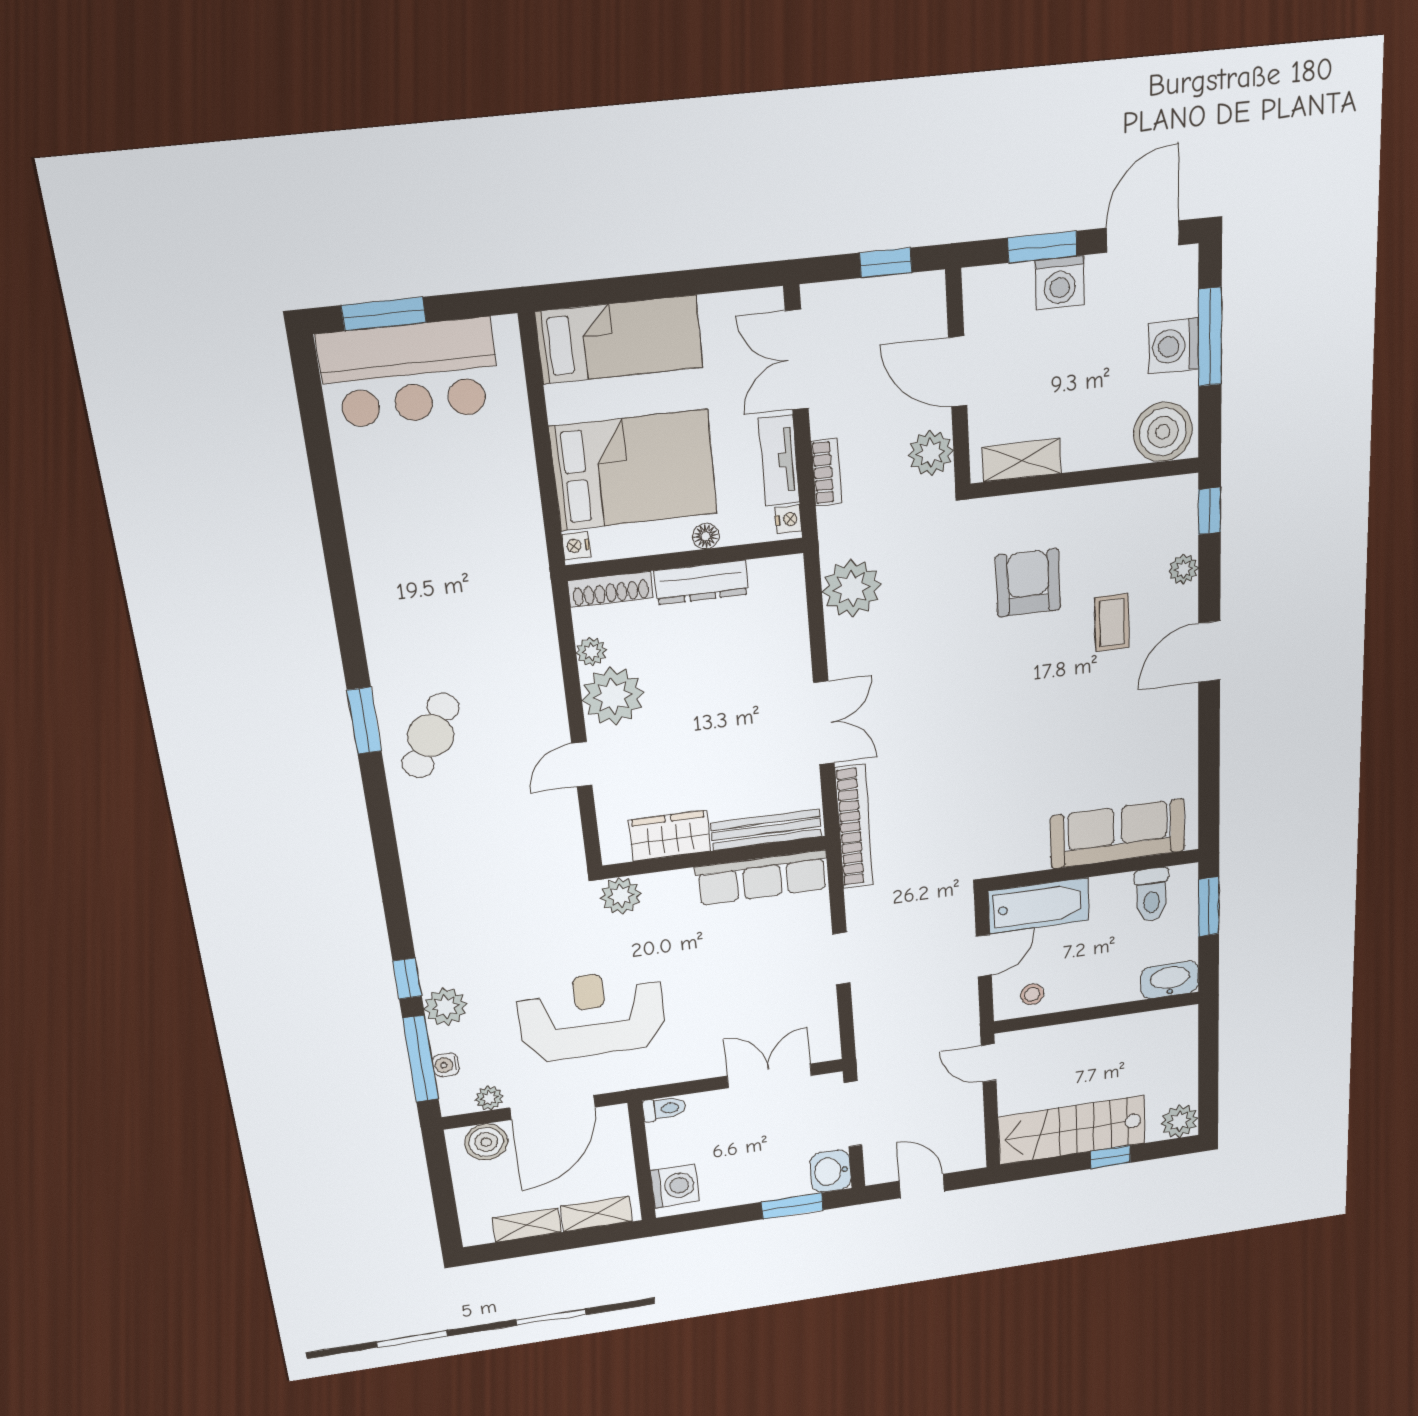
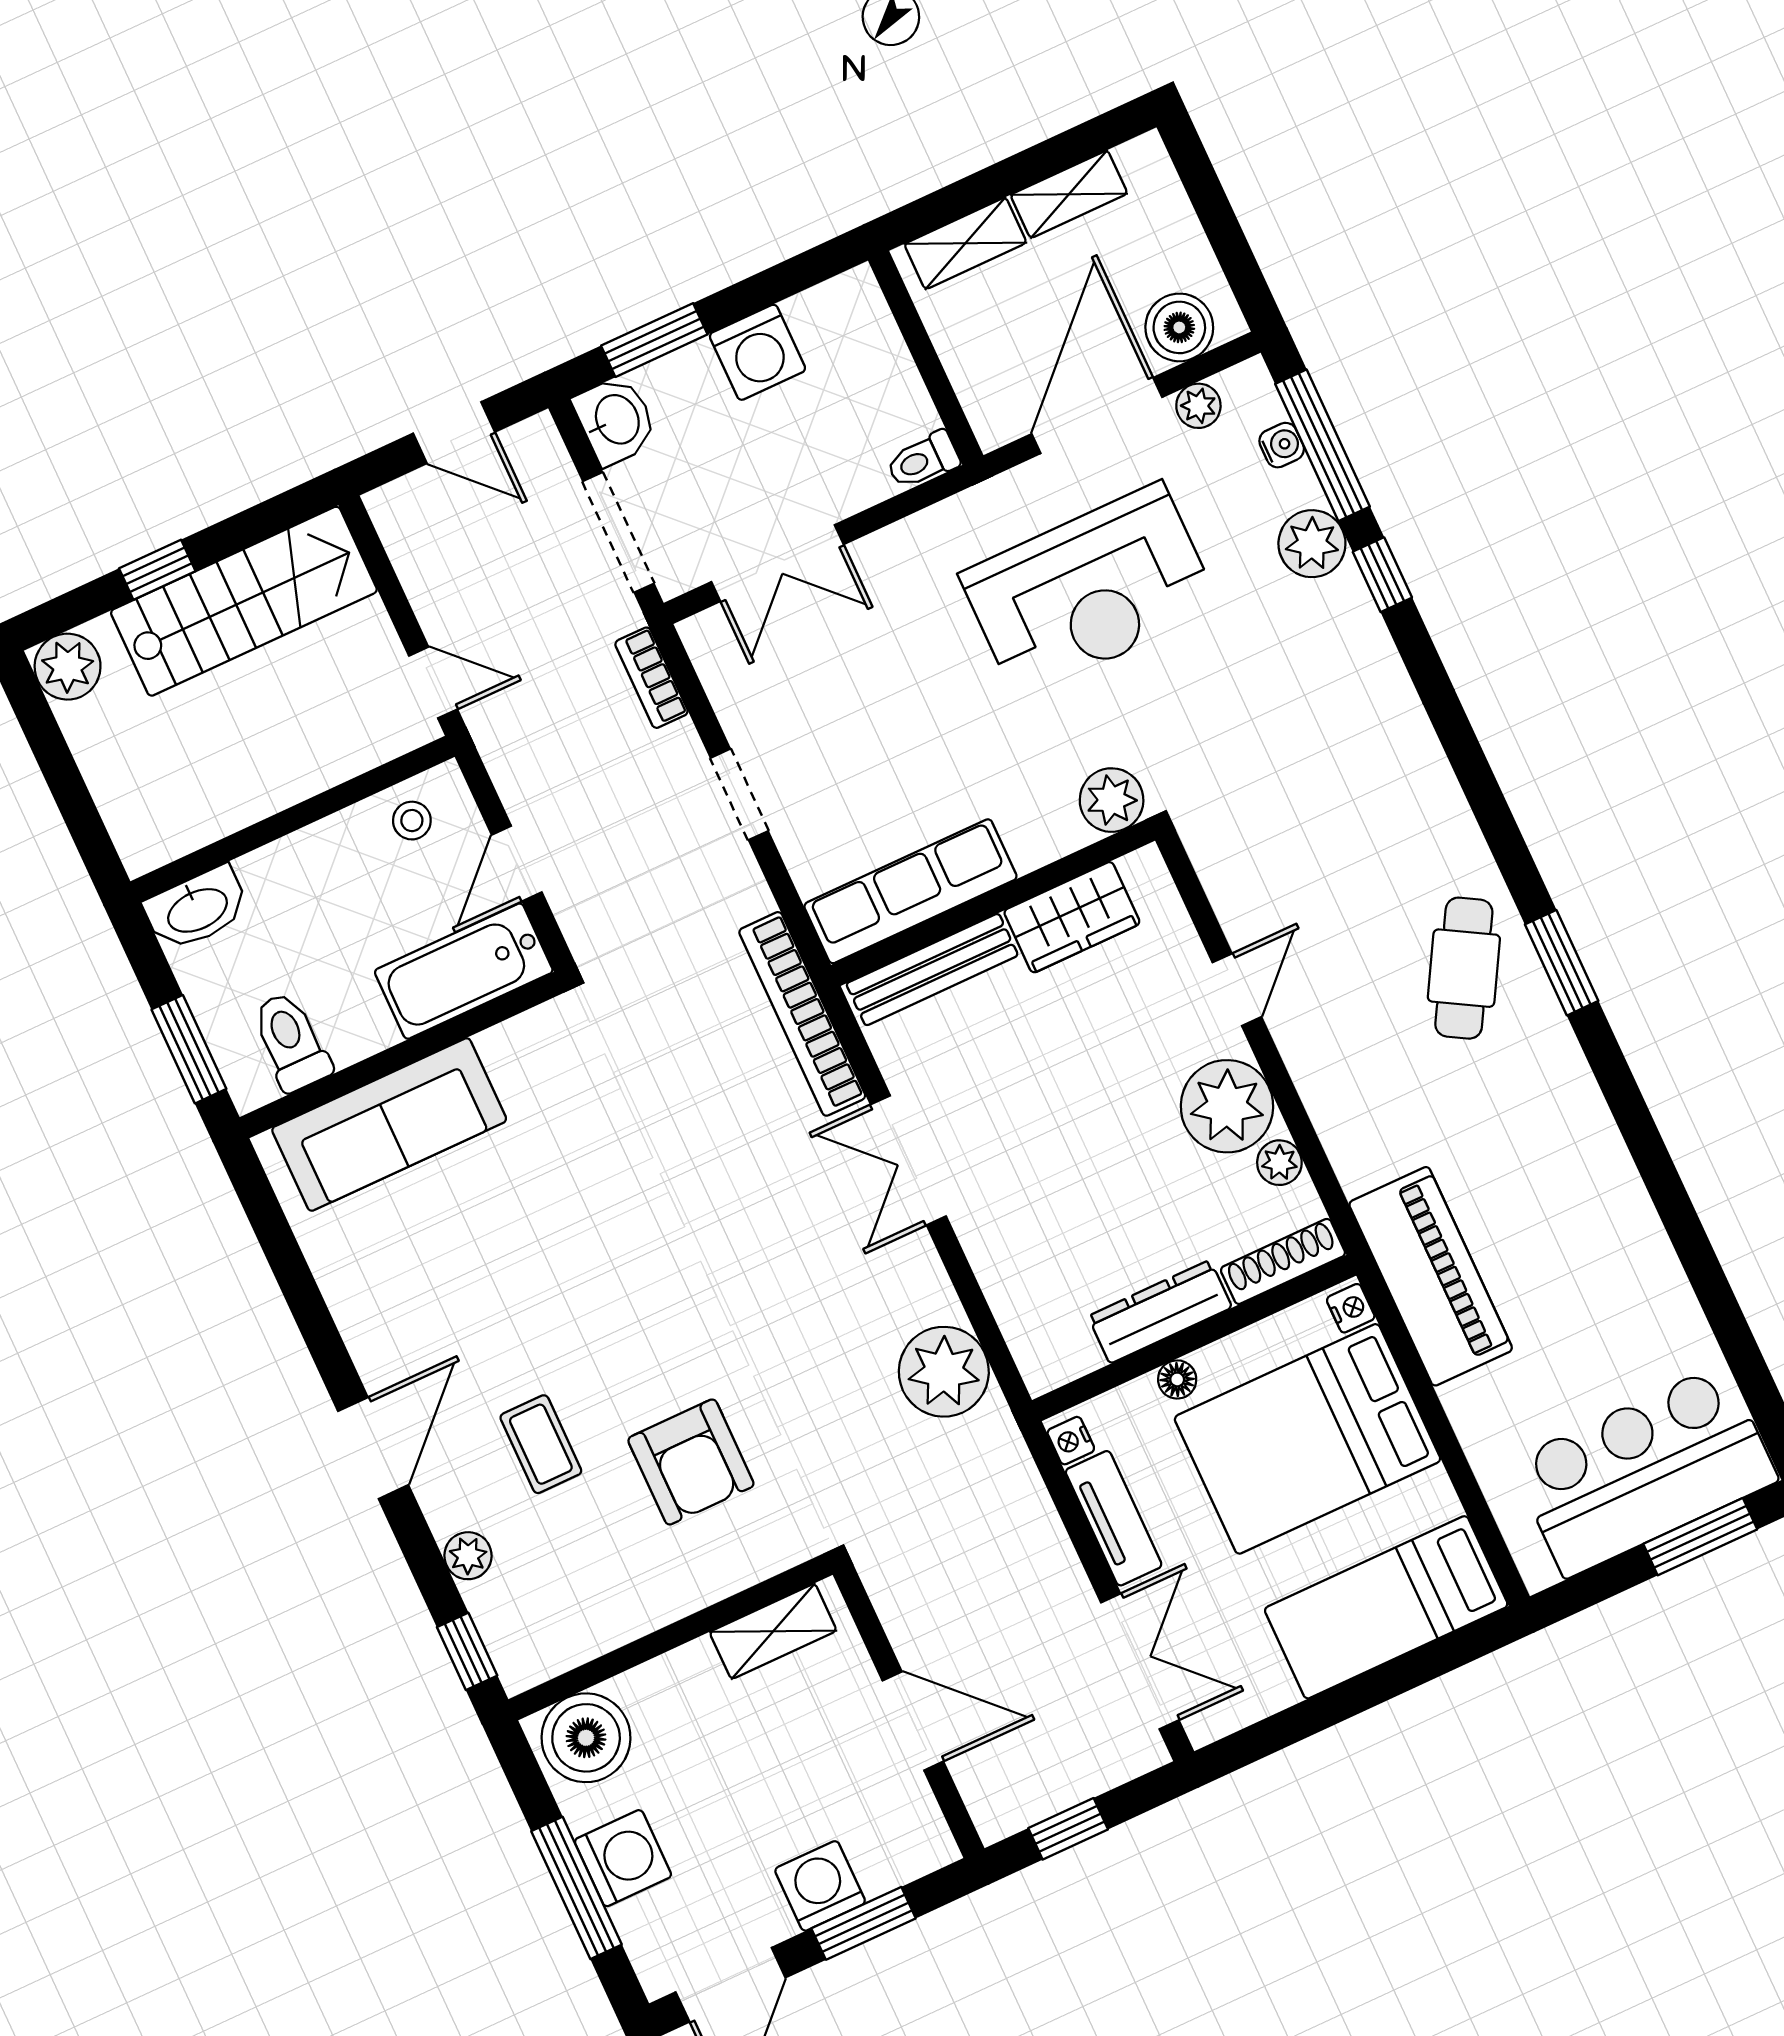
plant: (931, 453) -> (906, 1598), removed
bookcase: (826, 472) -> (651, 678), moved
piano: (516, 550) -> (1431, 1276), added
washing machine: (675, 1186) -> (757, 352), moved, turned -90

